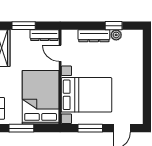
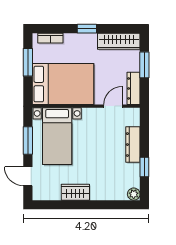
plant: (116, 35) -> (134, 194), moved
wardrobe: (136, 86) -> (75, 192), added
bed with nightstands: (86, 95) -> (57, 136), width x0.73

